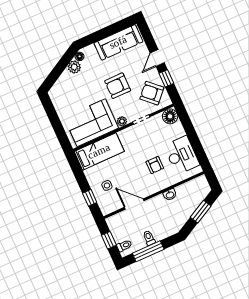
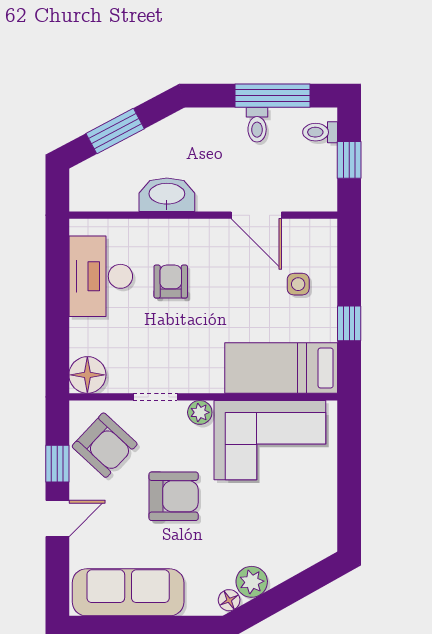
washbasin: (170, 195) -> (167, 195), width x1.91, depth x1.45
window: (90, 198) -> (349, 323), moved

